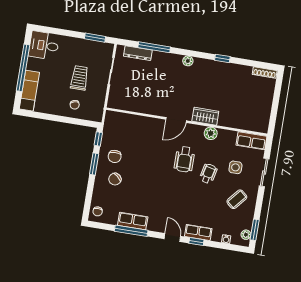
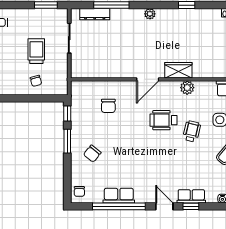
chair: (115, 156) -> (108, 106), moved
wheelchair: (184, 159) -> (164, 120), turned 90
window: (131, 231) -> (119, 206), width x1.46

